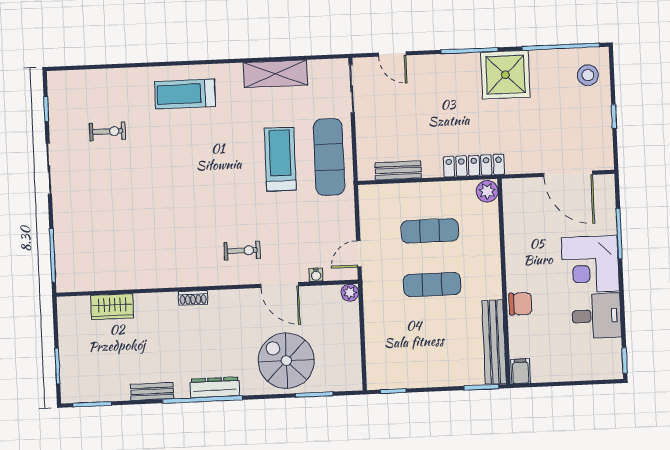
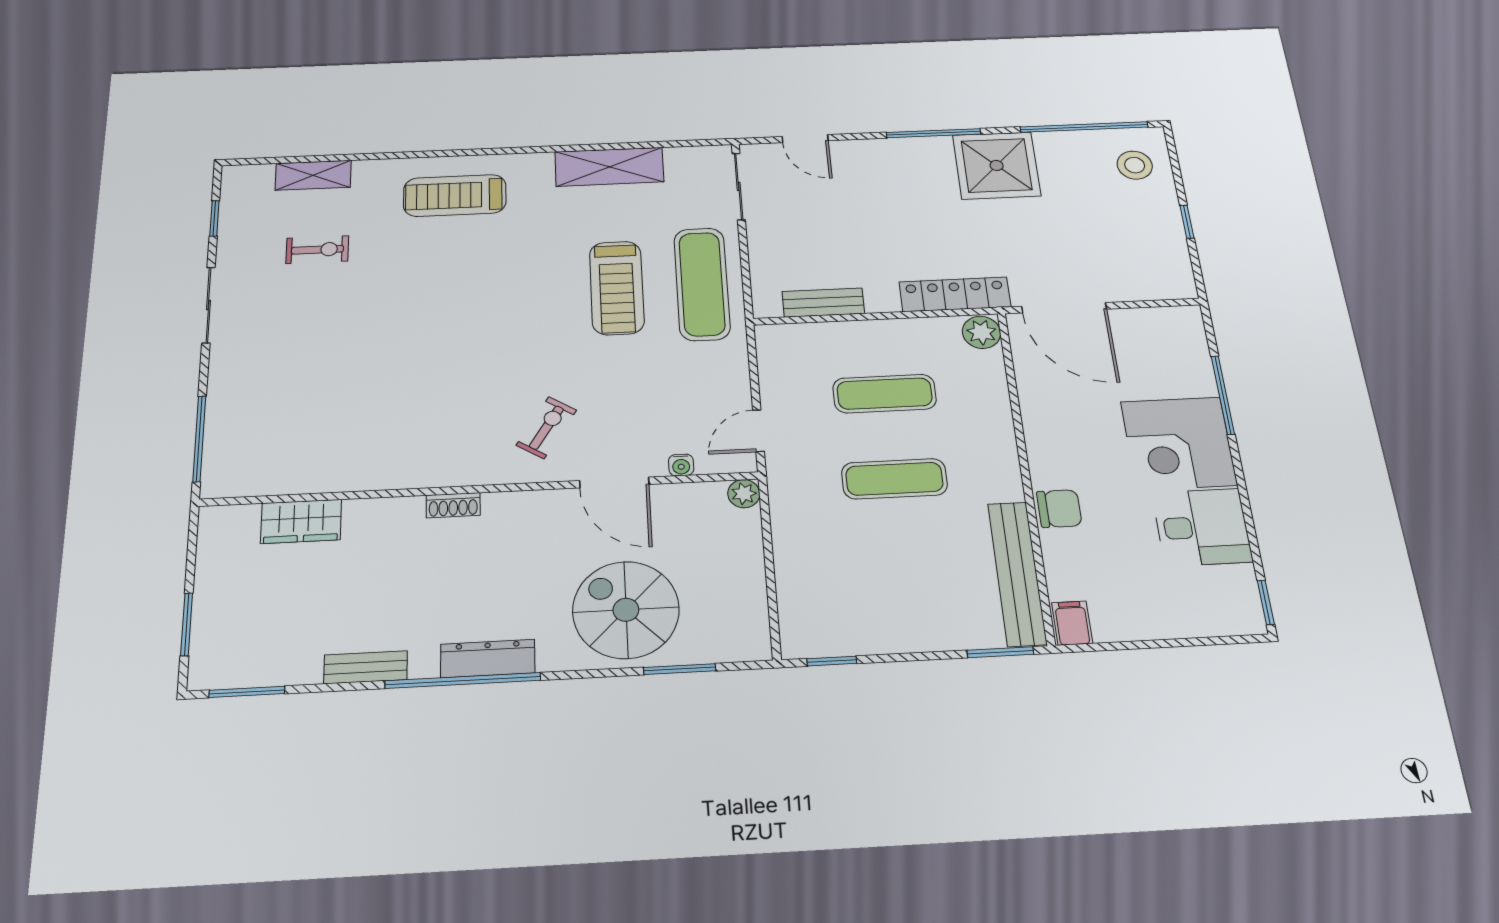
shelving: (101, 79) -> (313, 175), added
treadmill: (280, 159) -> (617, 288), turned 180
door: (568, 174) -> (1064, 308), moved
exercise bike: (242, 251) -> (546, 428), turned -58

